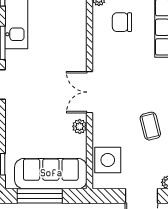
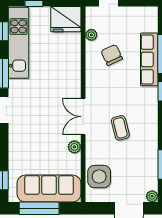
chair: (122, 22) -> (112, 55), turned 65
coffee table: (150, 126) -> (120, 128), moved

